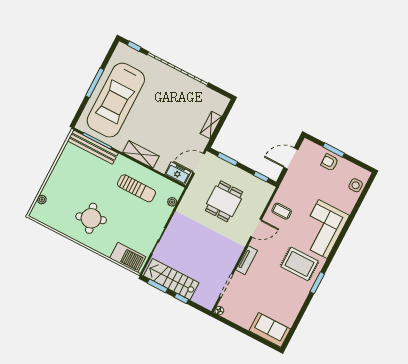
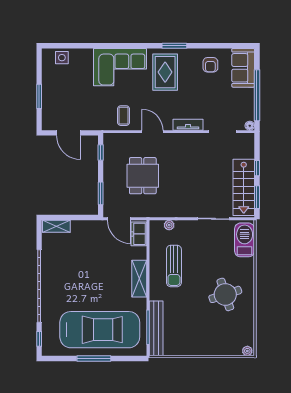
shelving: (211, 125) -> (56, 226), moved
armchair: (330, 162) -> (210, 65), moved
sun lounger: (137, 188) -> (174, 266), turned 180
plant: (42, 200) -> (247, 351), moved
dining table: (224, 201) -> (143, 176), turned 90
window: (241, 330) -> (257, 95), added

